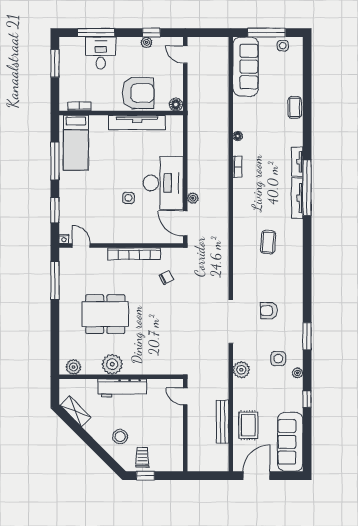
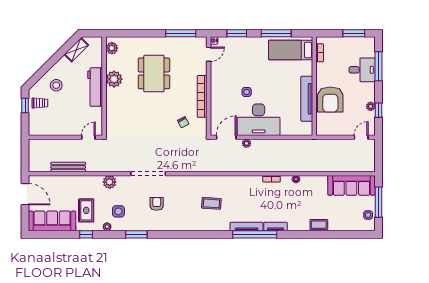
floor lamp: (176, 104) -> (321, 130), removed
rug: (248, 425) -> (86, 210), moved, turned 90

